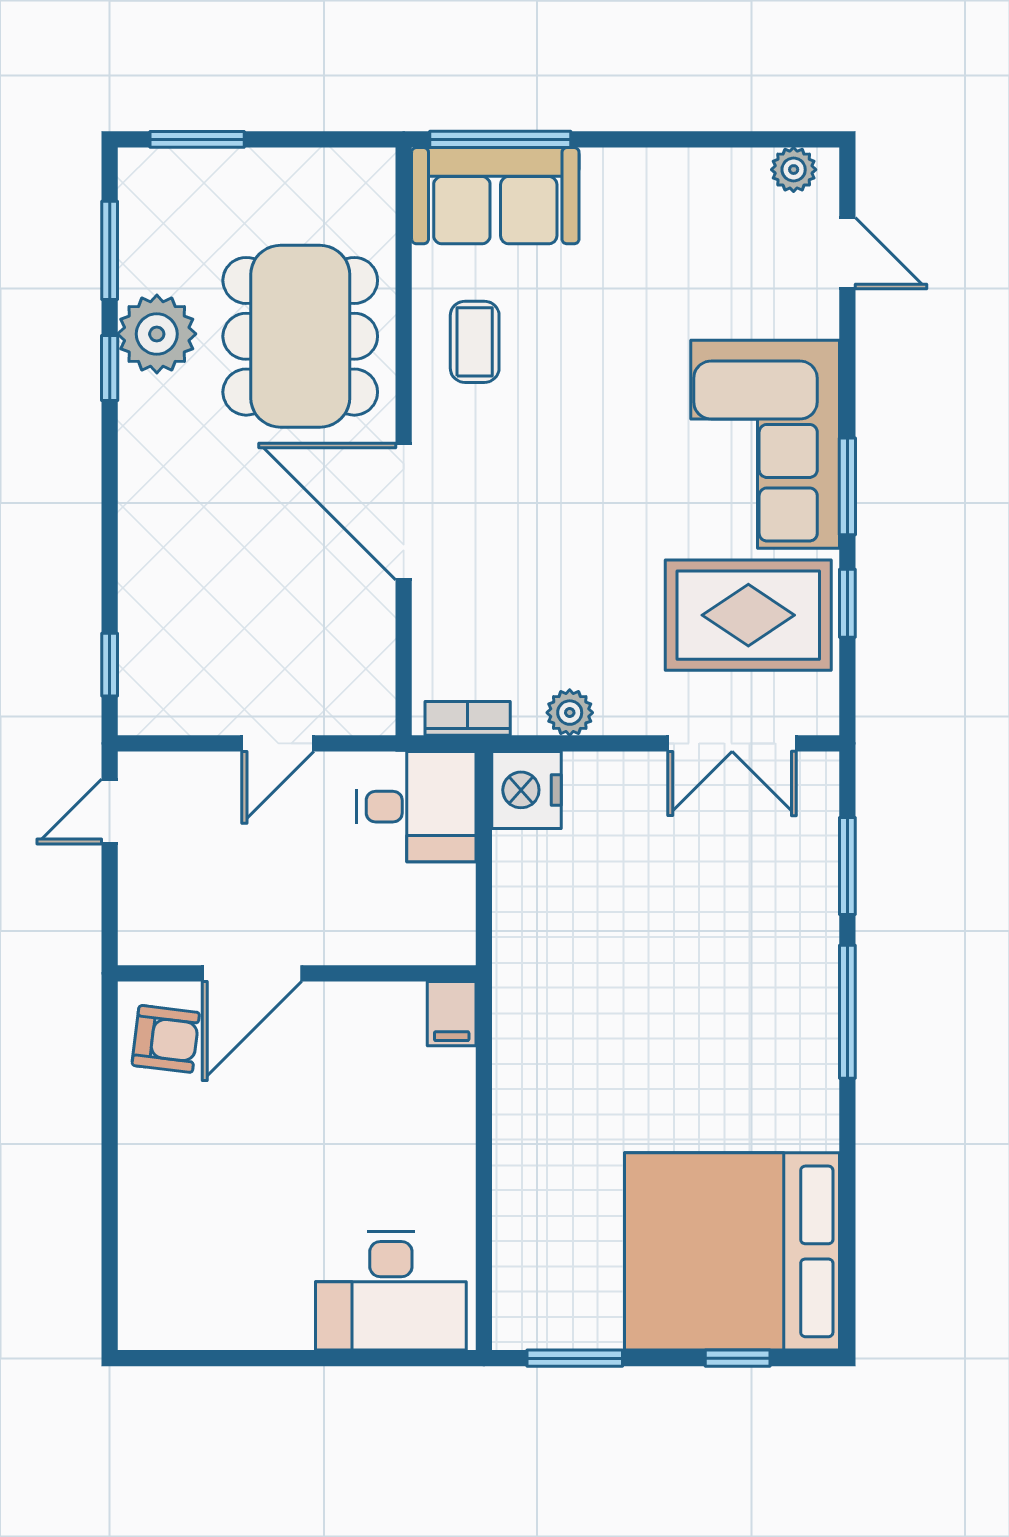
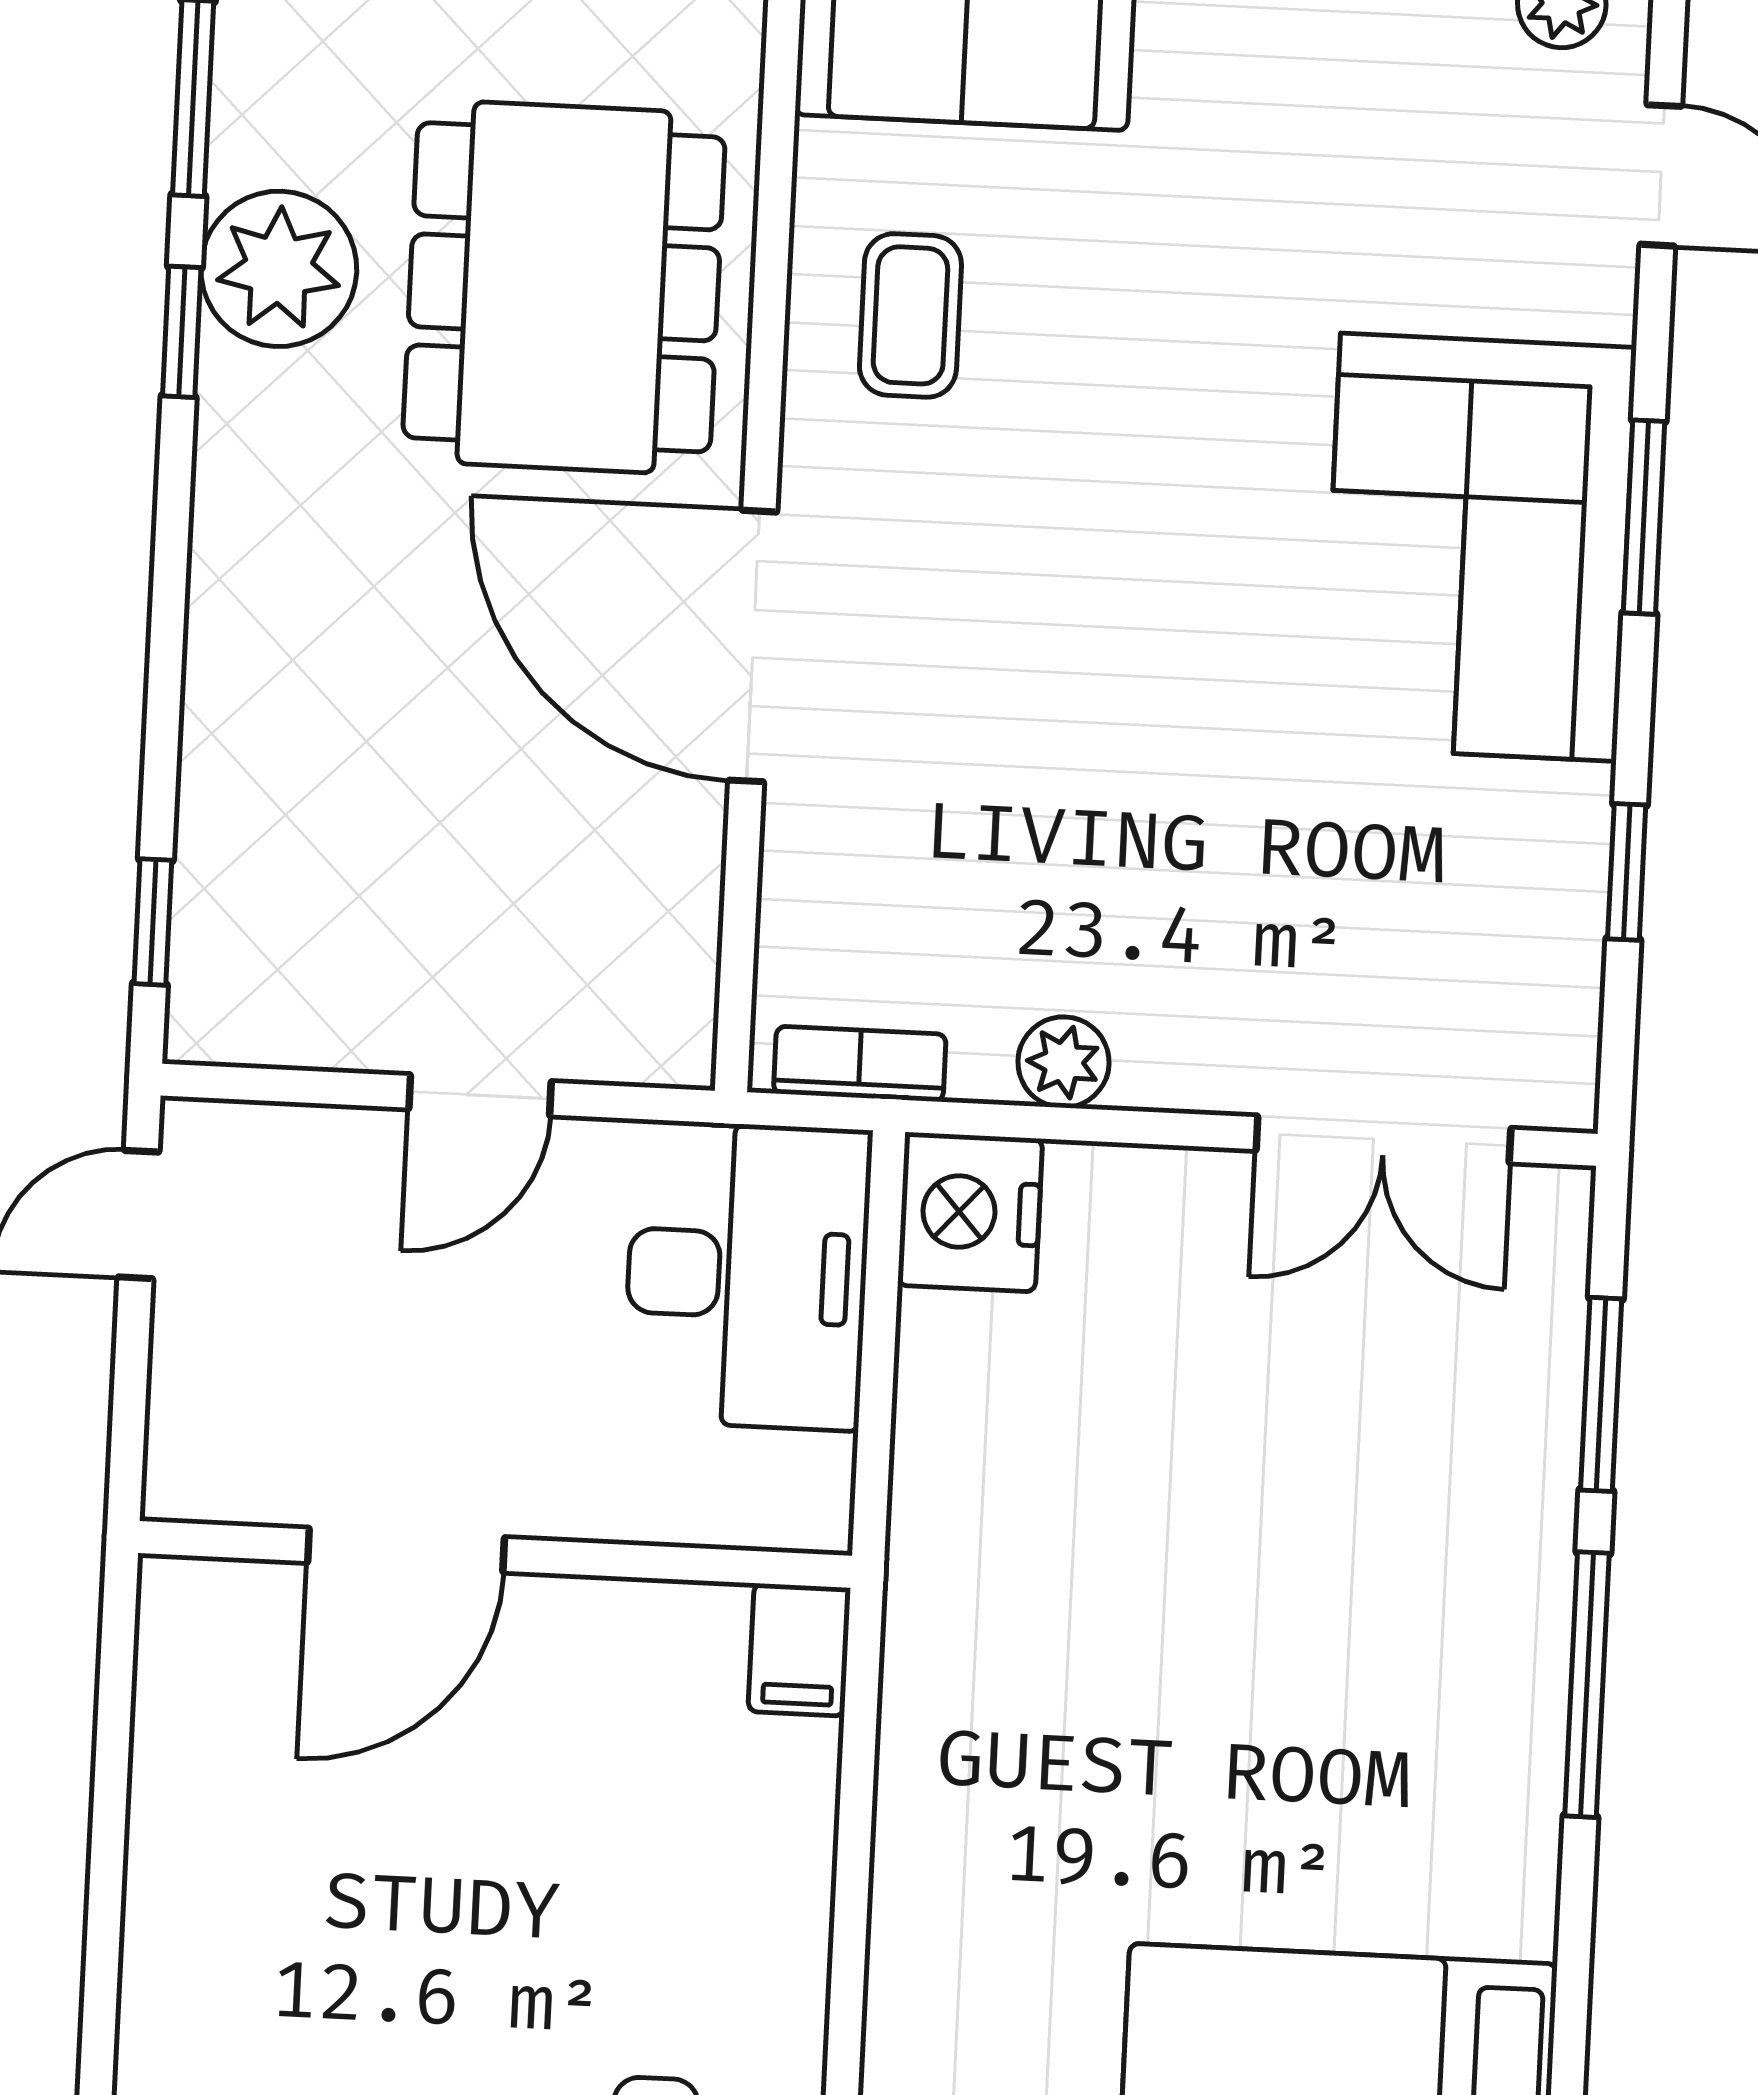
window: (847, 486) -> (1644, 517), moved
rug: (748, 615) -> (1428, 886), removed
desk: (416, 807) -> (747, 1275), width x1.37
armchair: (166, 1039) -> (228, 1672), removed

